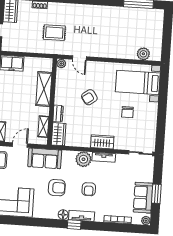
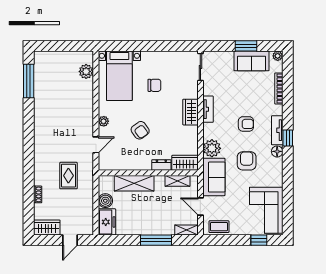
boiler: (30, 63) -> (105, 201), added
plant: (61, 64) -> (104, 121), moved
plant: (83, 159) -> (212, 148), moved

